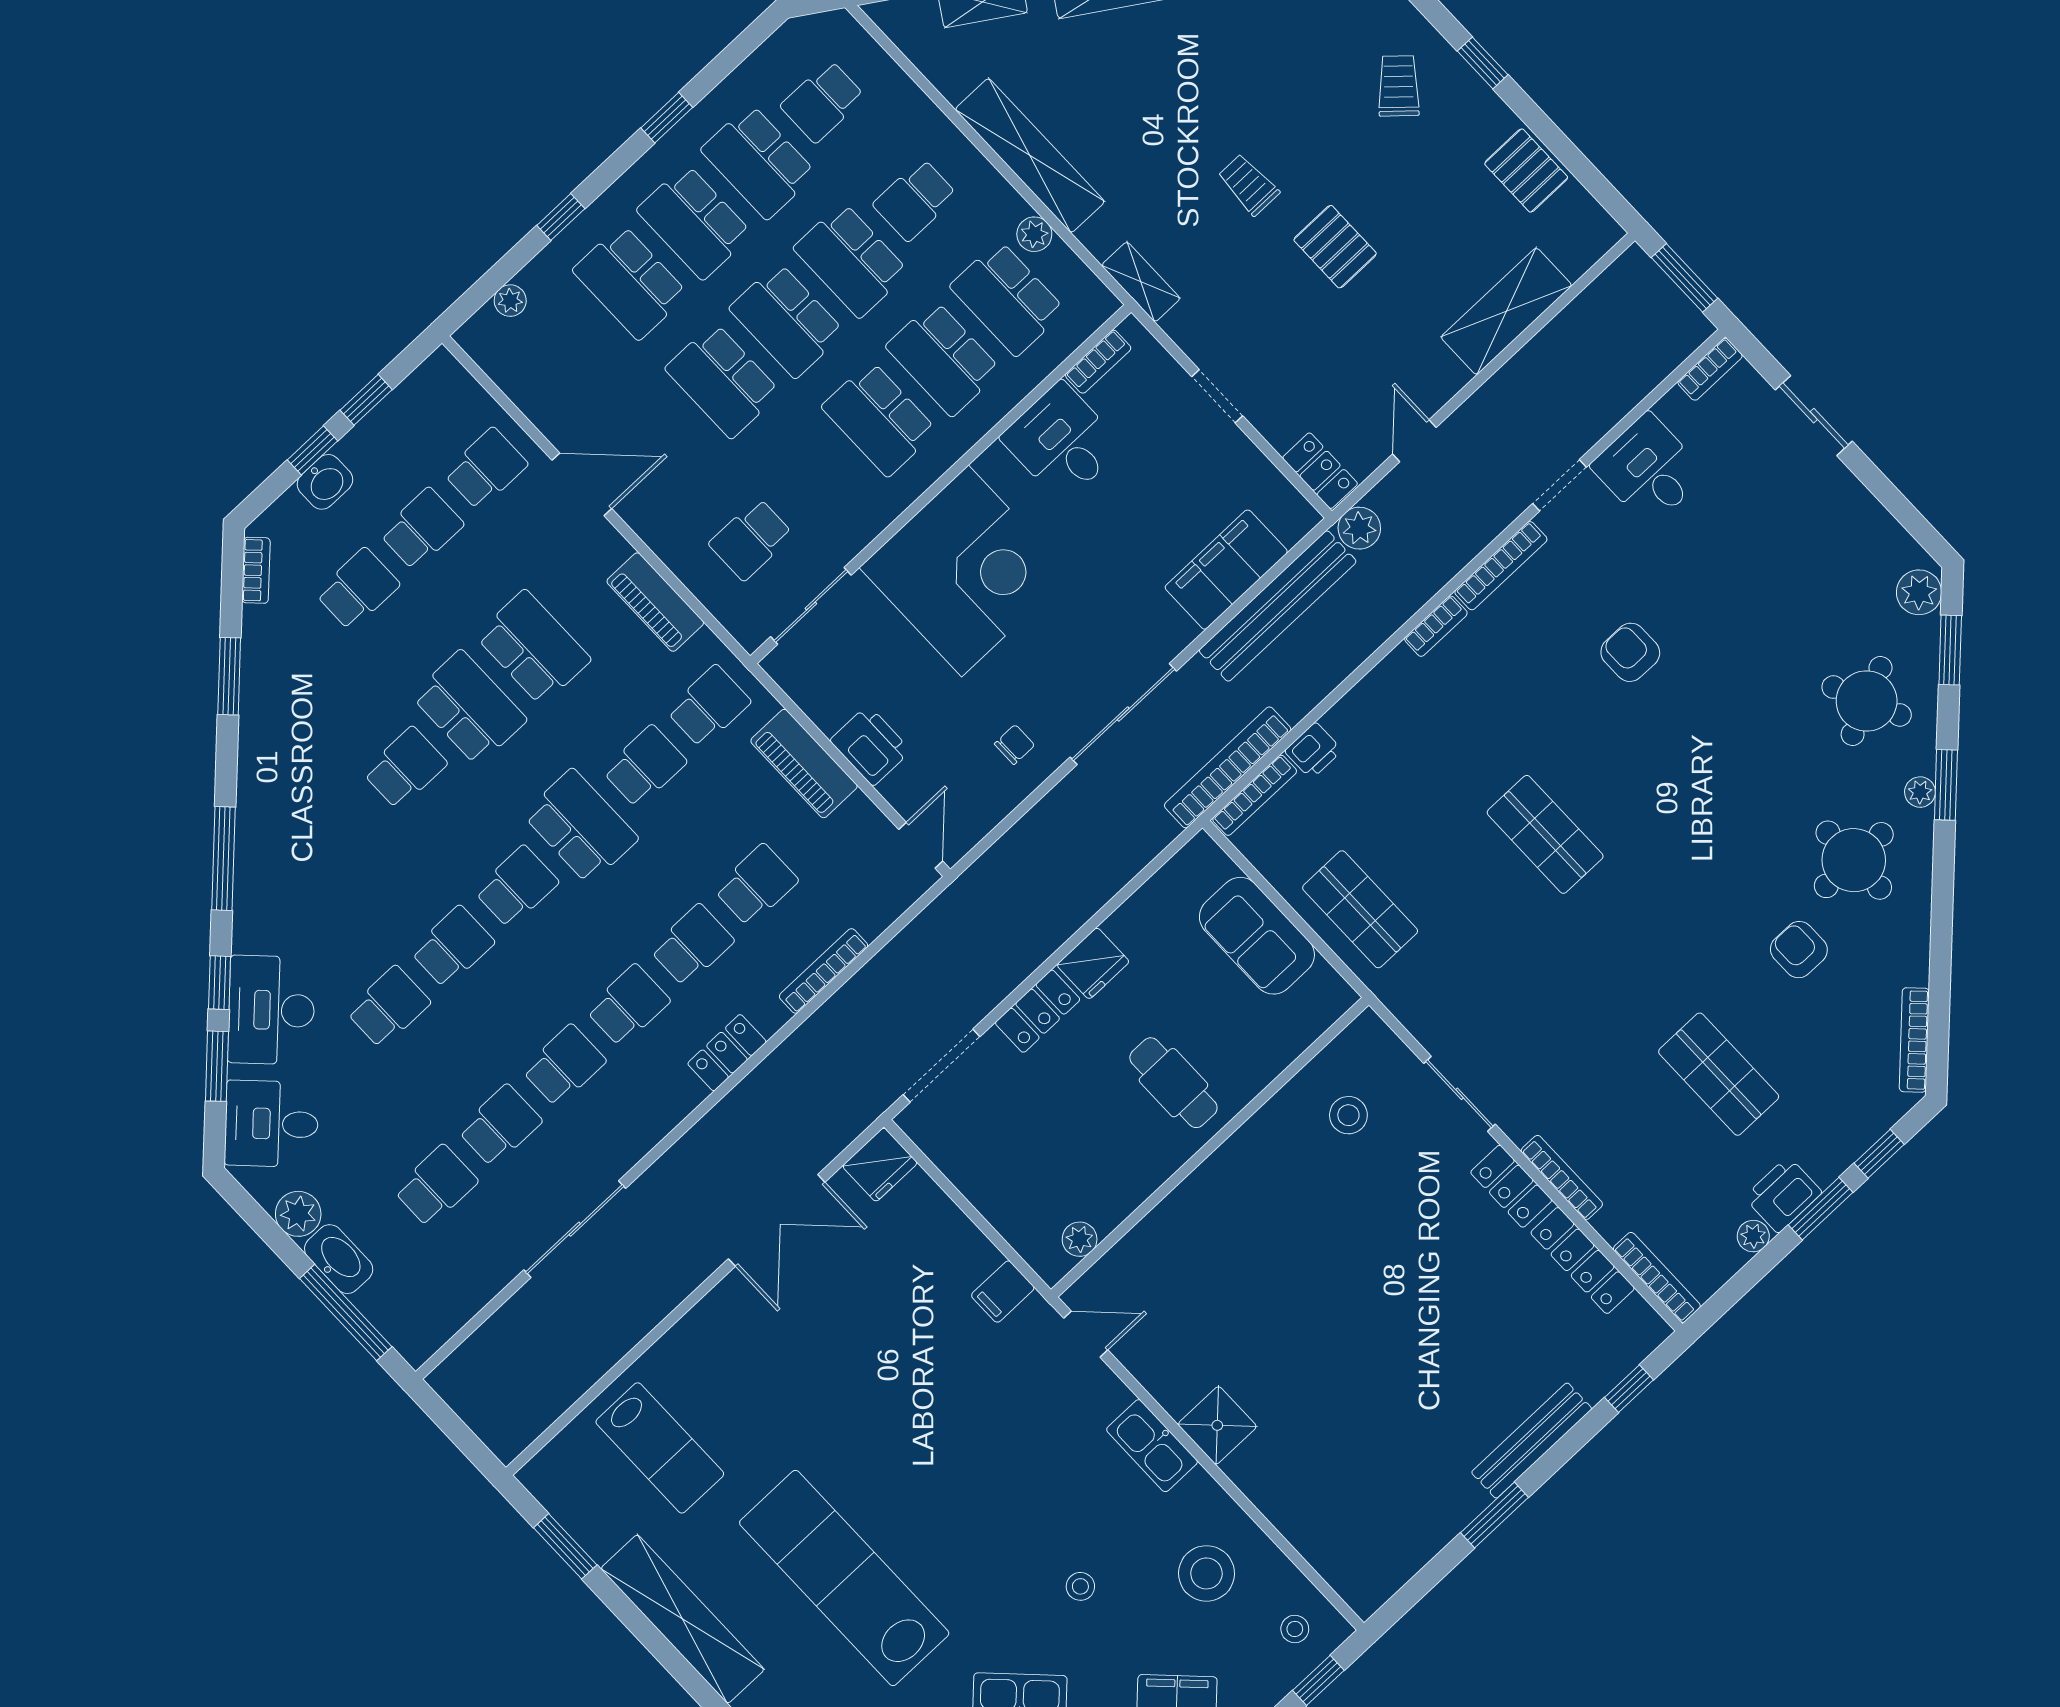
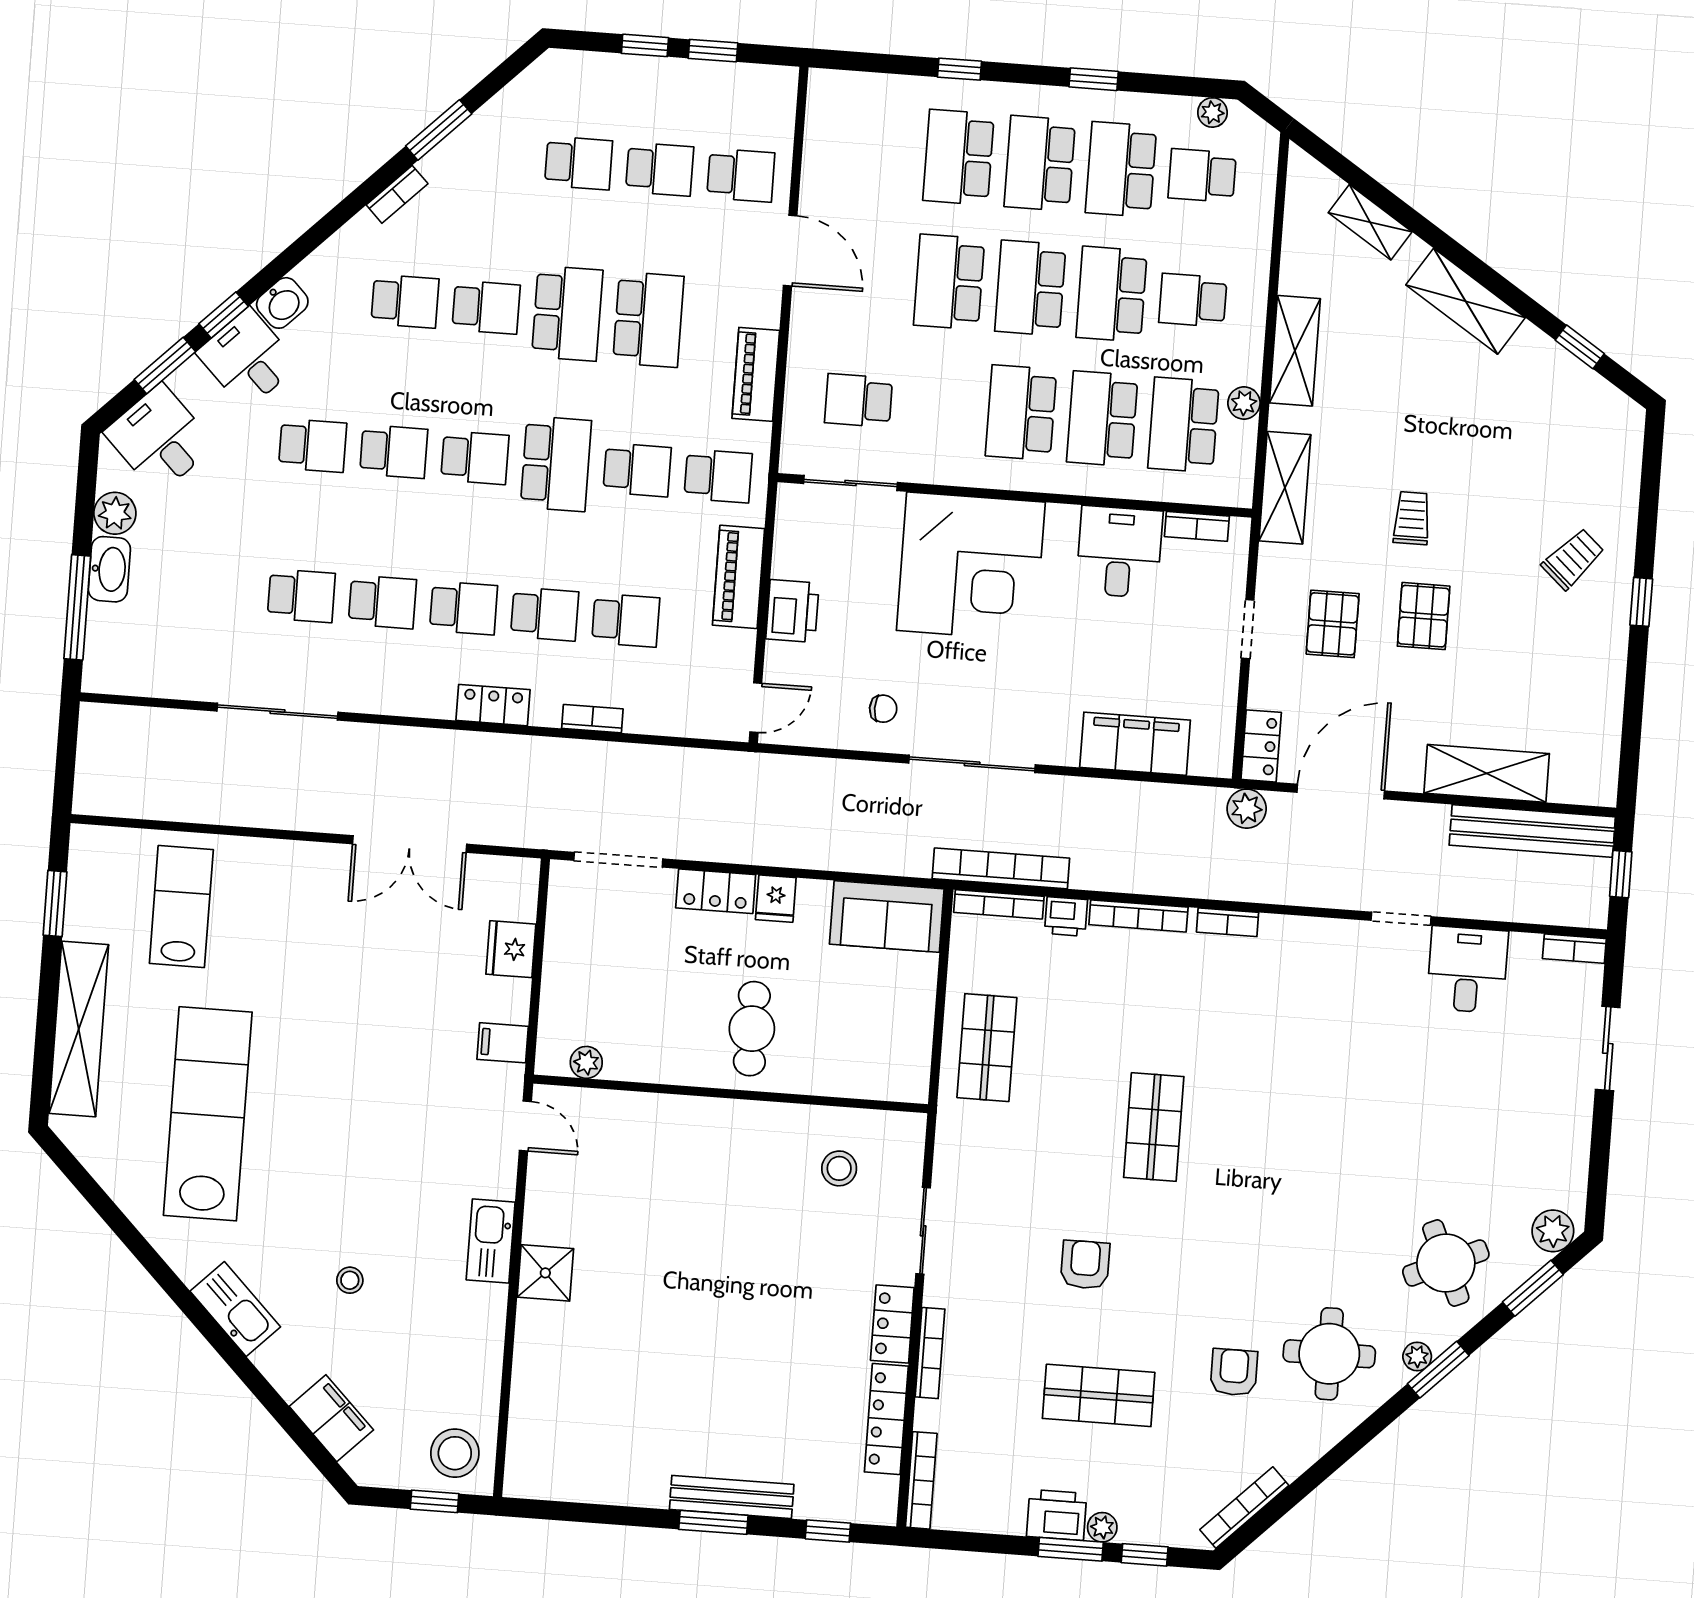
shelving: (1030, 156) -> (1295, 351), width x0.68
pallet: (1526, 171) -> (1333, 624), moved
window: (1684, 278) -> (1621, 874), width x0.67
shelving: (1141, 282) -> (1285, 488), width x1.50, depth x1.33
plant: (510, 301) -> (1212, 112), moved
door: (1414, 441) -> (1341, 792), width x1.87
washbasin: (325, 482) -> (282, 303), moved, turned -45
bookcase: (1501, 566) -> (1138, 916), moved
bookcase: (256, 570) -> (397, 194), moved
bench: (1278, 606) -> (1532, 831), moved
armchair: (1630, 652) -> (1085, 1265), moved
window: (223, 859) -> (311, 240), removed
sofa: (1257, 936) -> (887, 916), moved, turned -90
fridge: (1093, 963) -> (776, 899), width x0.72
bookcase: (824, 971) -> (592, 719), width x0.64
desk: (271, 1010) -> (248, 359), width x0.73
shop shelf: (1719, 1074) -> (1099, 1395), turned 90
fridge: (880, 1165) -> (511, 949), moved, turned 90
school desk: (436, 1186) -> (405, 301), moved
plant: (1753, 1236) -> (1102, 1527), moved
lab bench: (660, 1448) -> (181, 906), turned 180
window: (1494, 1515) -> (713, 1522), moved
stool: (1207, 1573) -> (438, 1358), removed
stool: (1295, 1629) -> (455, 1453), width x1.89, depth x1.89

